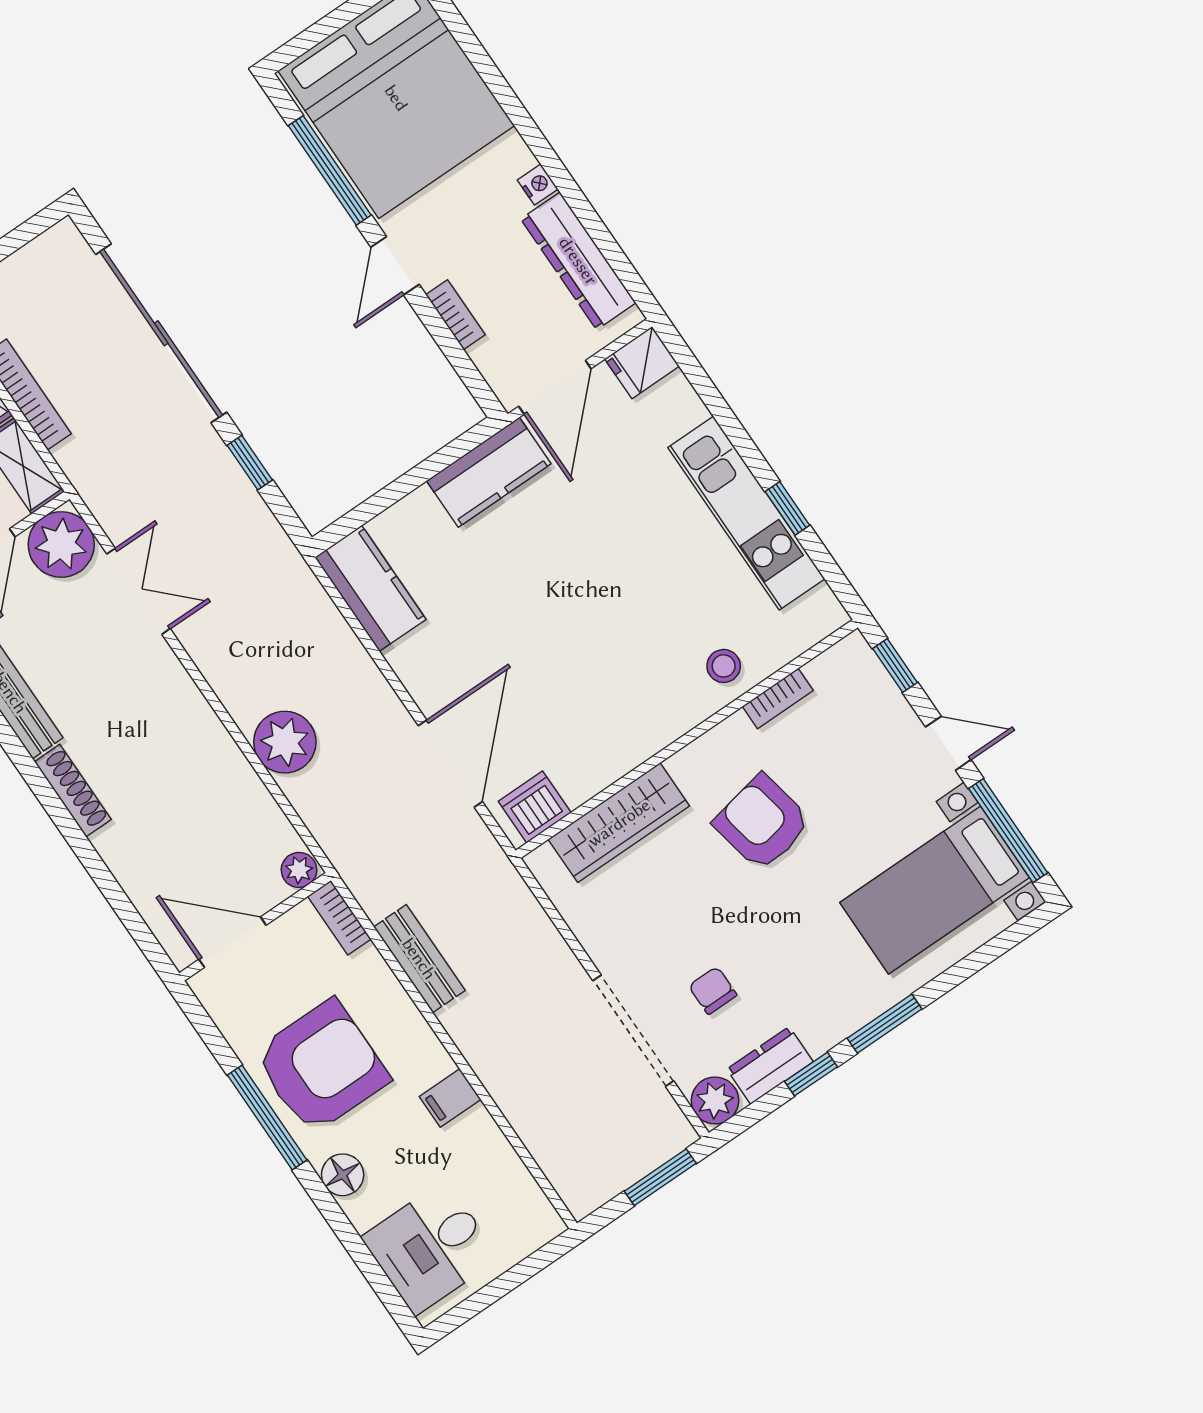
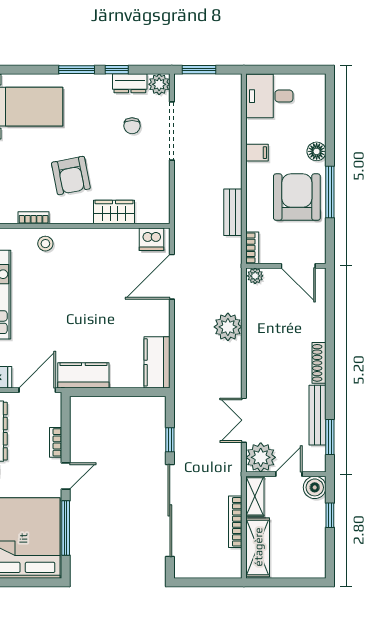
wardrobe: (619, 823) -> (114, 212), width x0.67
armchair: (321, 1067) -> (297, 197), turned 90
desk: (430, 1248) -> (269, 96), moved, turned 180

